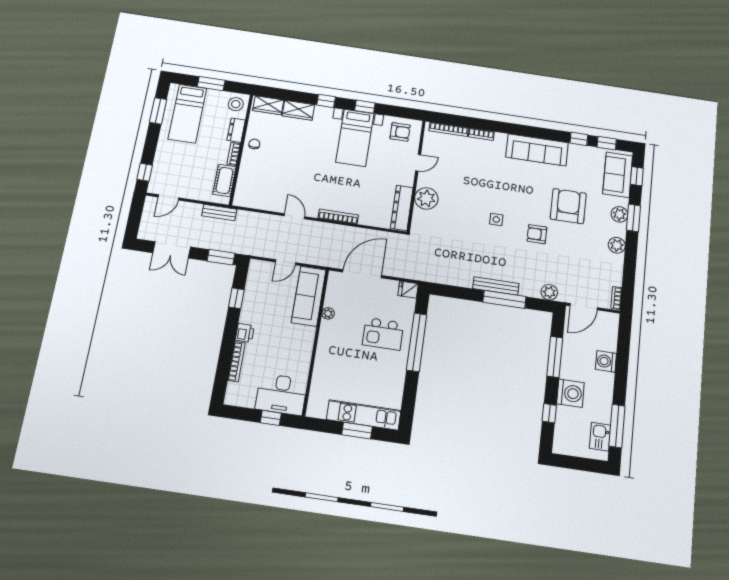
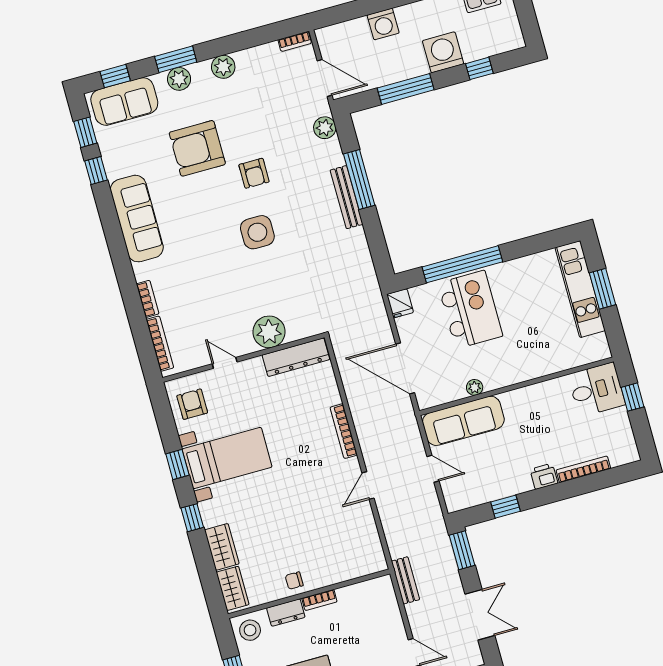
cot: (224, 180) -> (360, 594), removed
side table: (496, 219) -> (257, 232), width x1.87, depth x1.87
kitchen island: (383, 334) -> (470, 310), width x1.37, depth x1.28
desk: (281, 394) -> (597, 390), width x0.73

